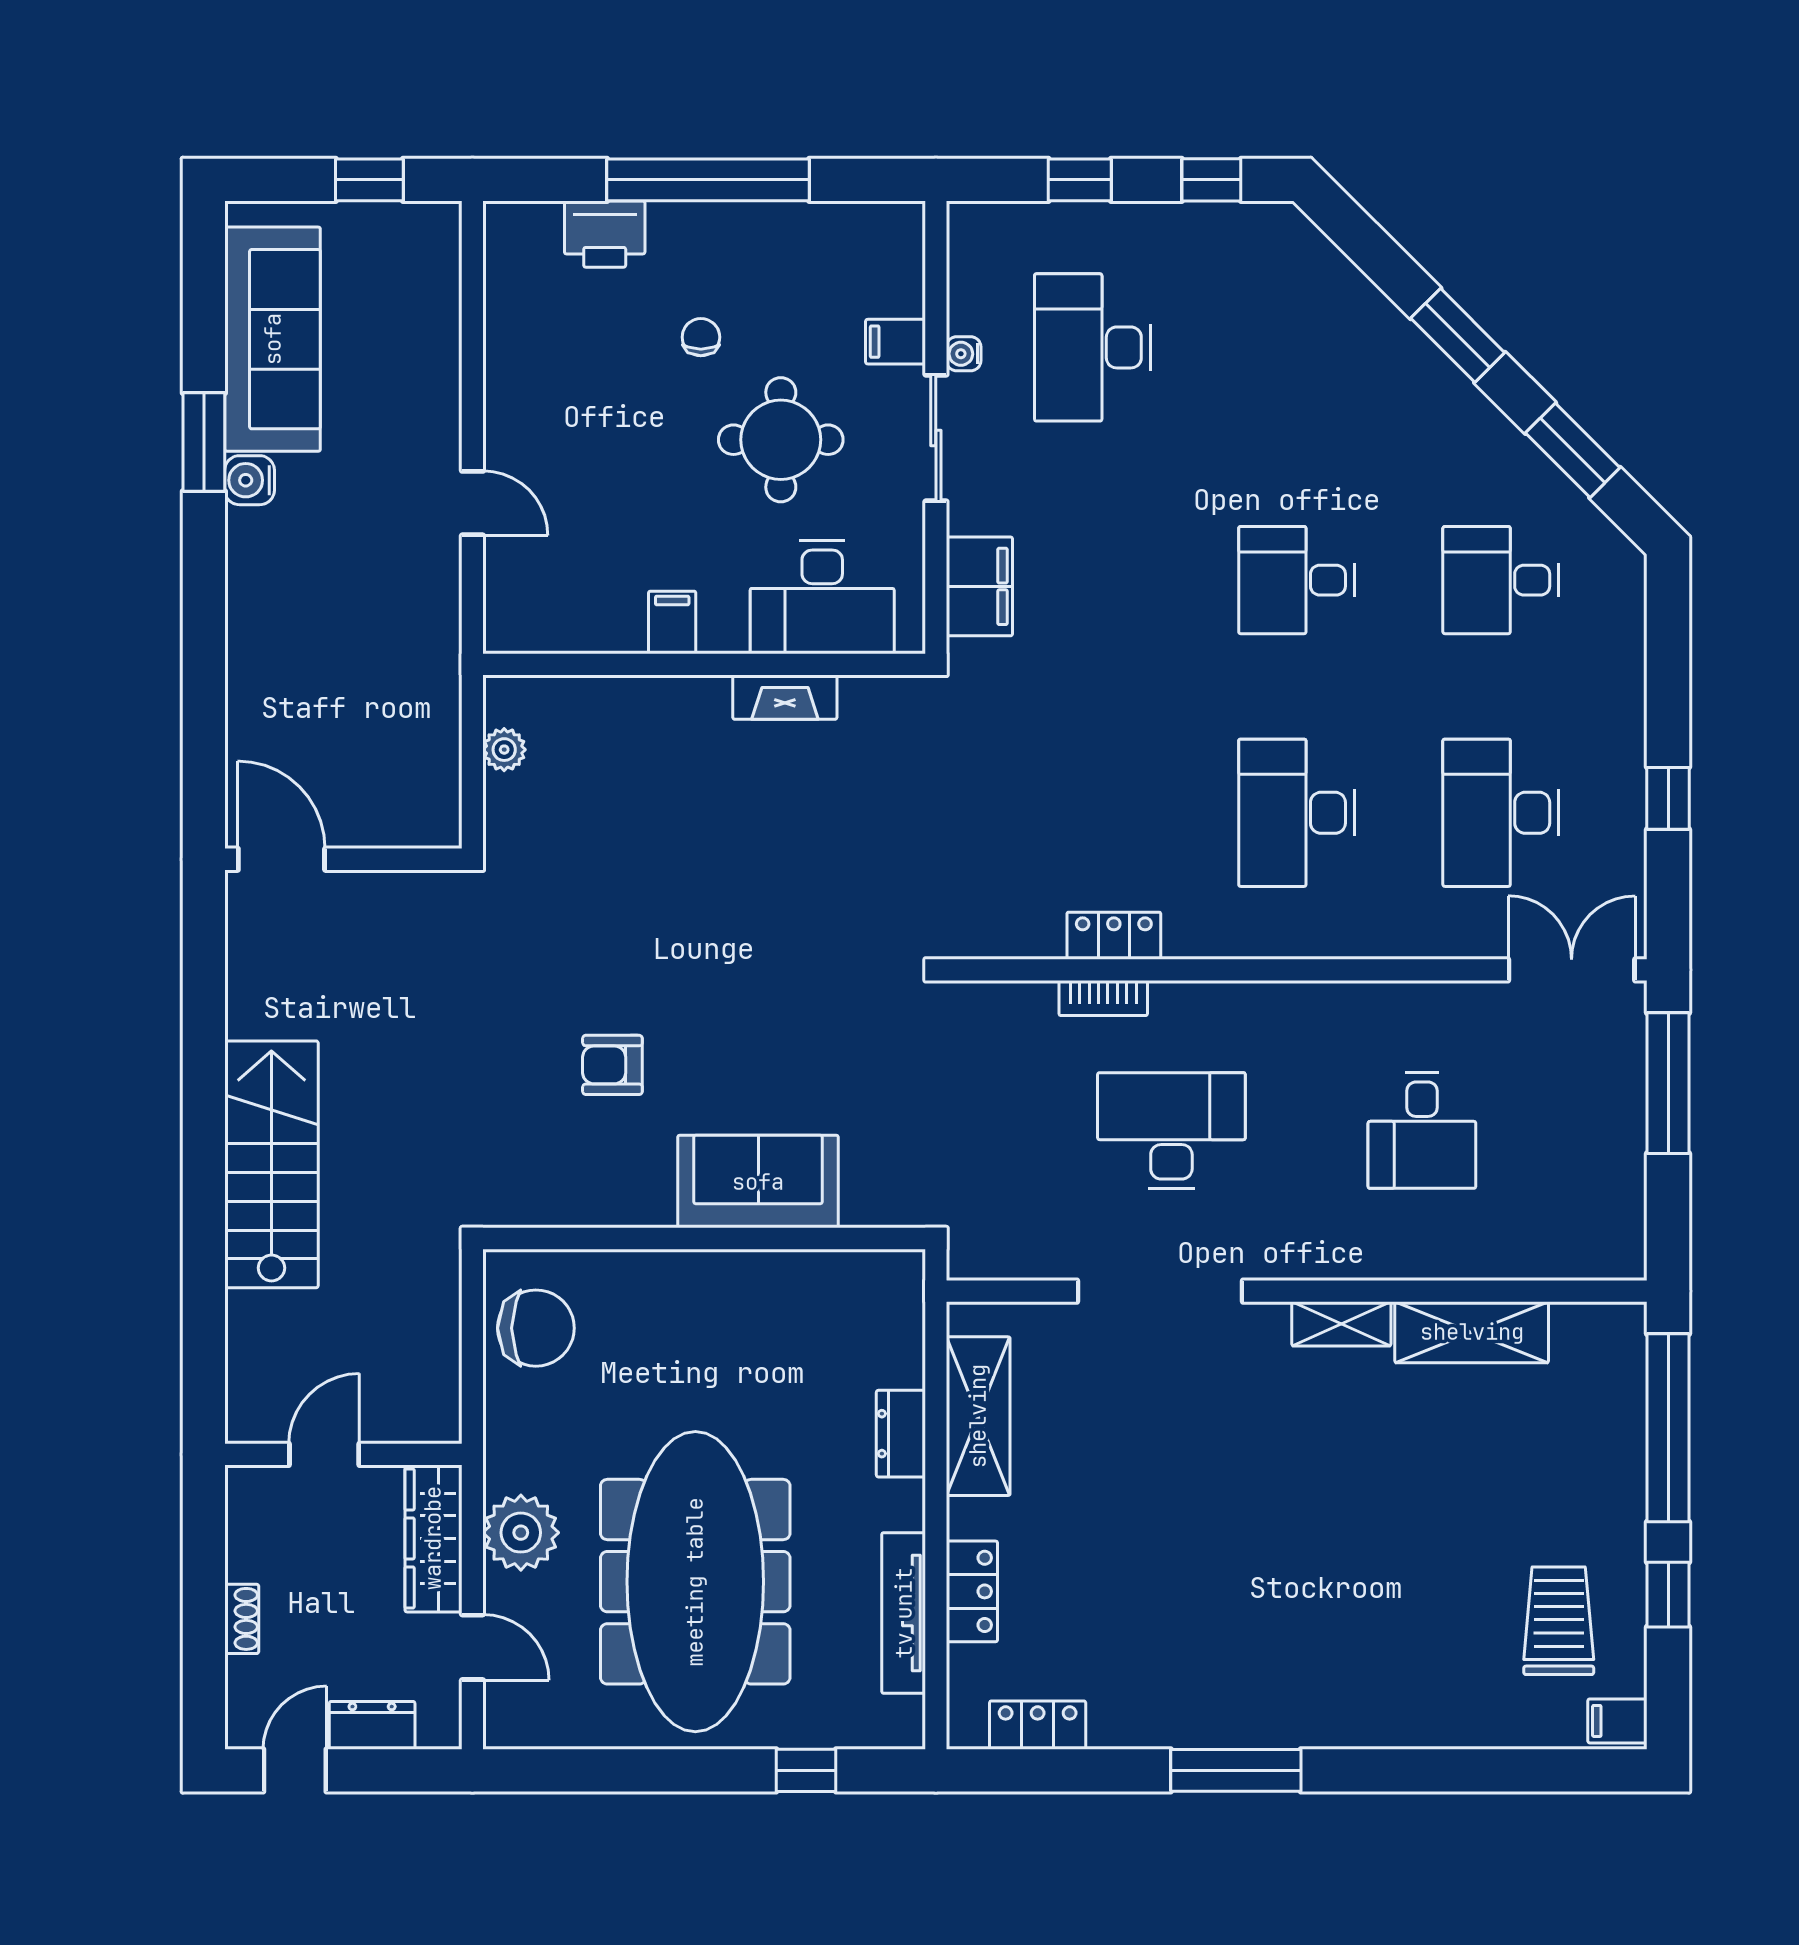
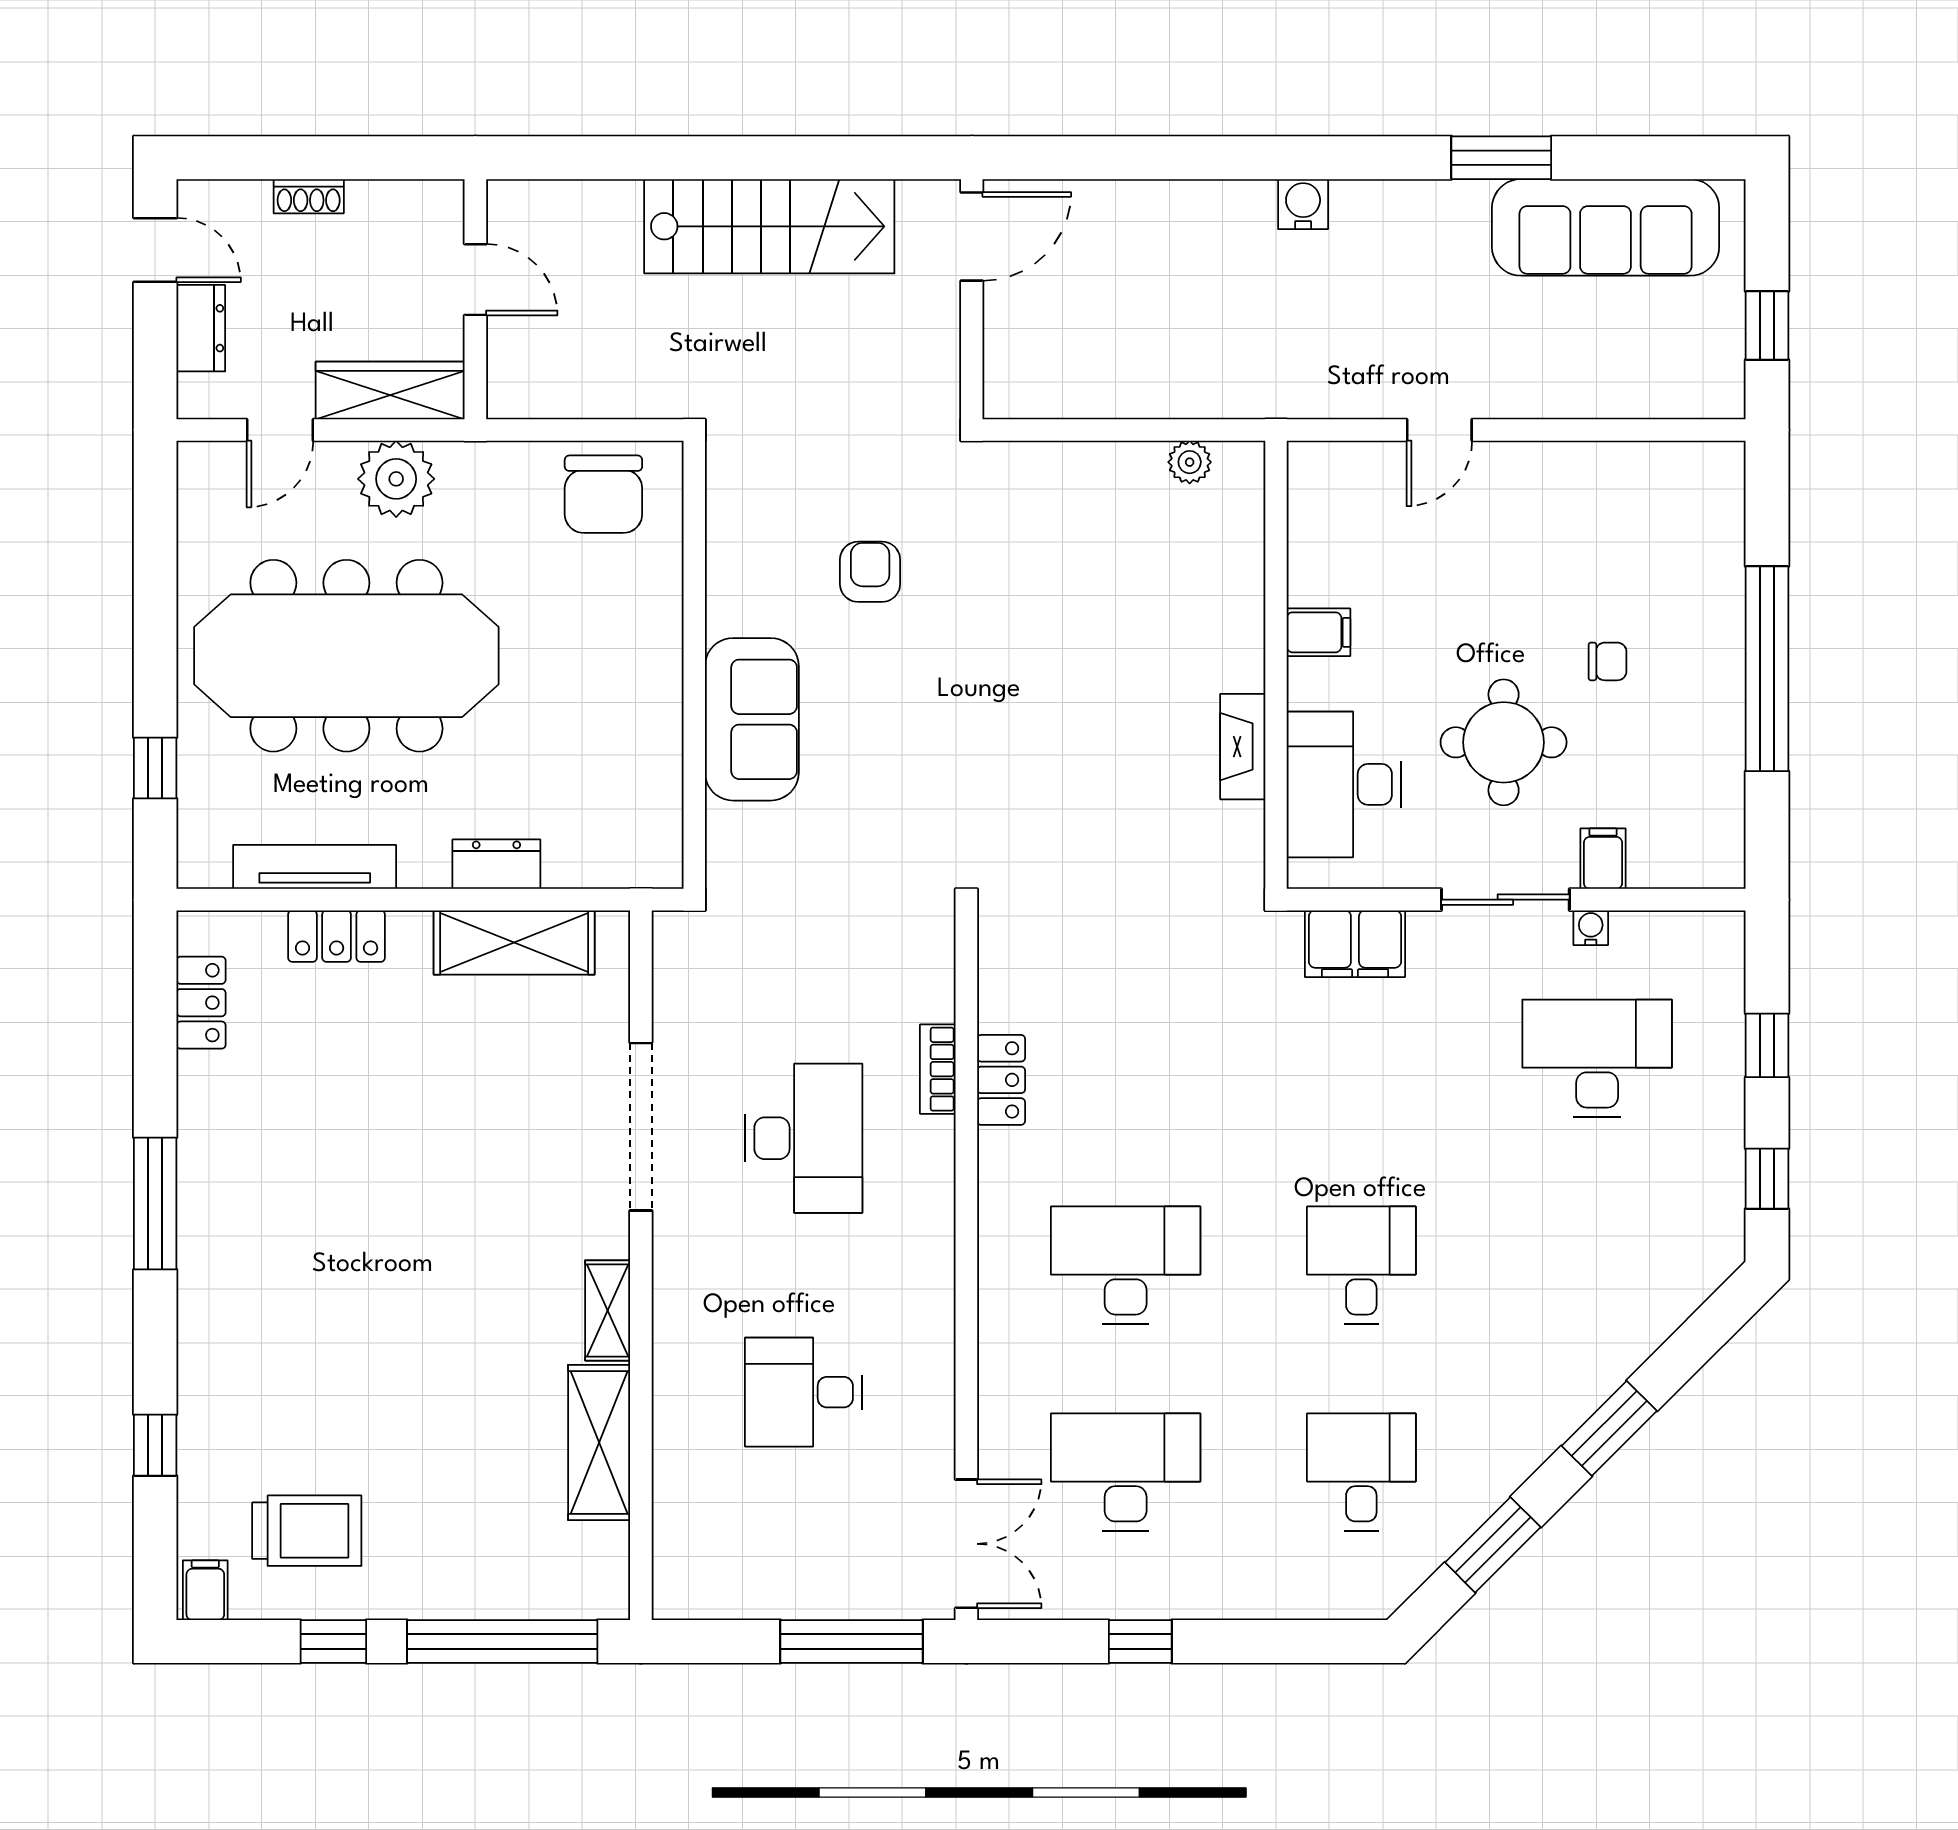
printer: (605, 234) -> (1712, 564), removed
water cooler: (250, 480) -> (1303, 204), moved
door: (281, 859) -> (972, 236), moved
wall: (343, 859) -> (972, 299), moved
window: (1474, 1770) -> (155, 1445), added

